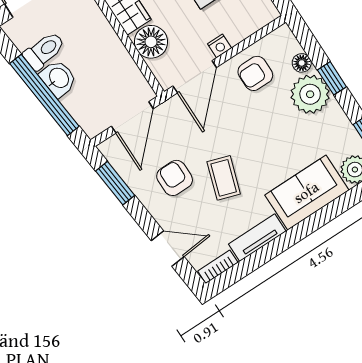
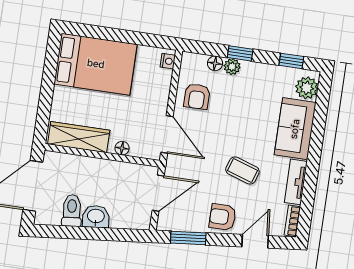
floor lamp: (151, 42) -> (122, 148), width x0.53, depth x0.53
nightstand: (220, 46) -> (168, 61), moved
plant: (310, 94) -> (232, 67), width x0.53, depth x0.53
window: (44, 95) -> (98, 234), removed
door: (132, 117) -> (158, 193), hinge flipped
armchair: (175, 178) -> (223, 217), moved

